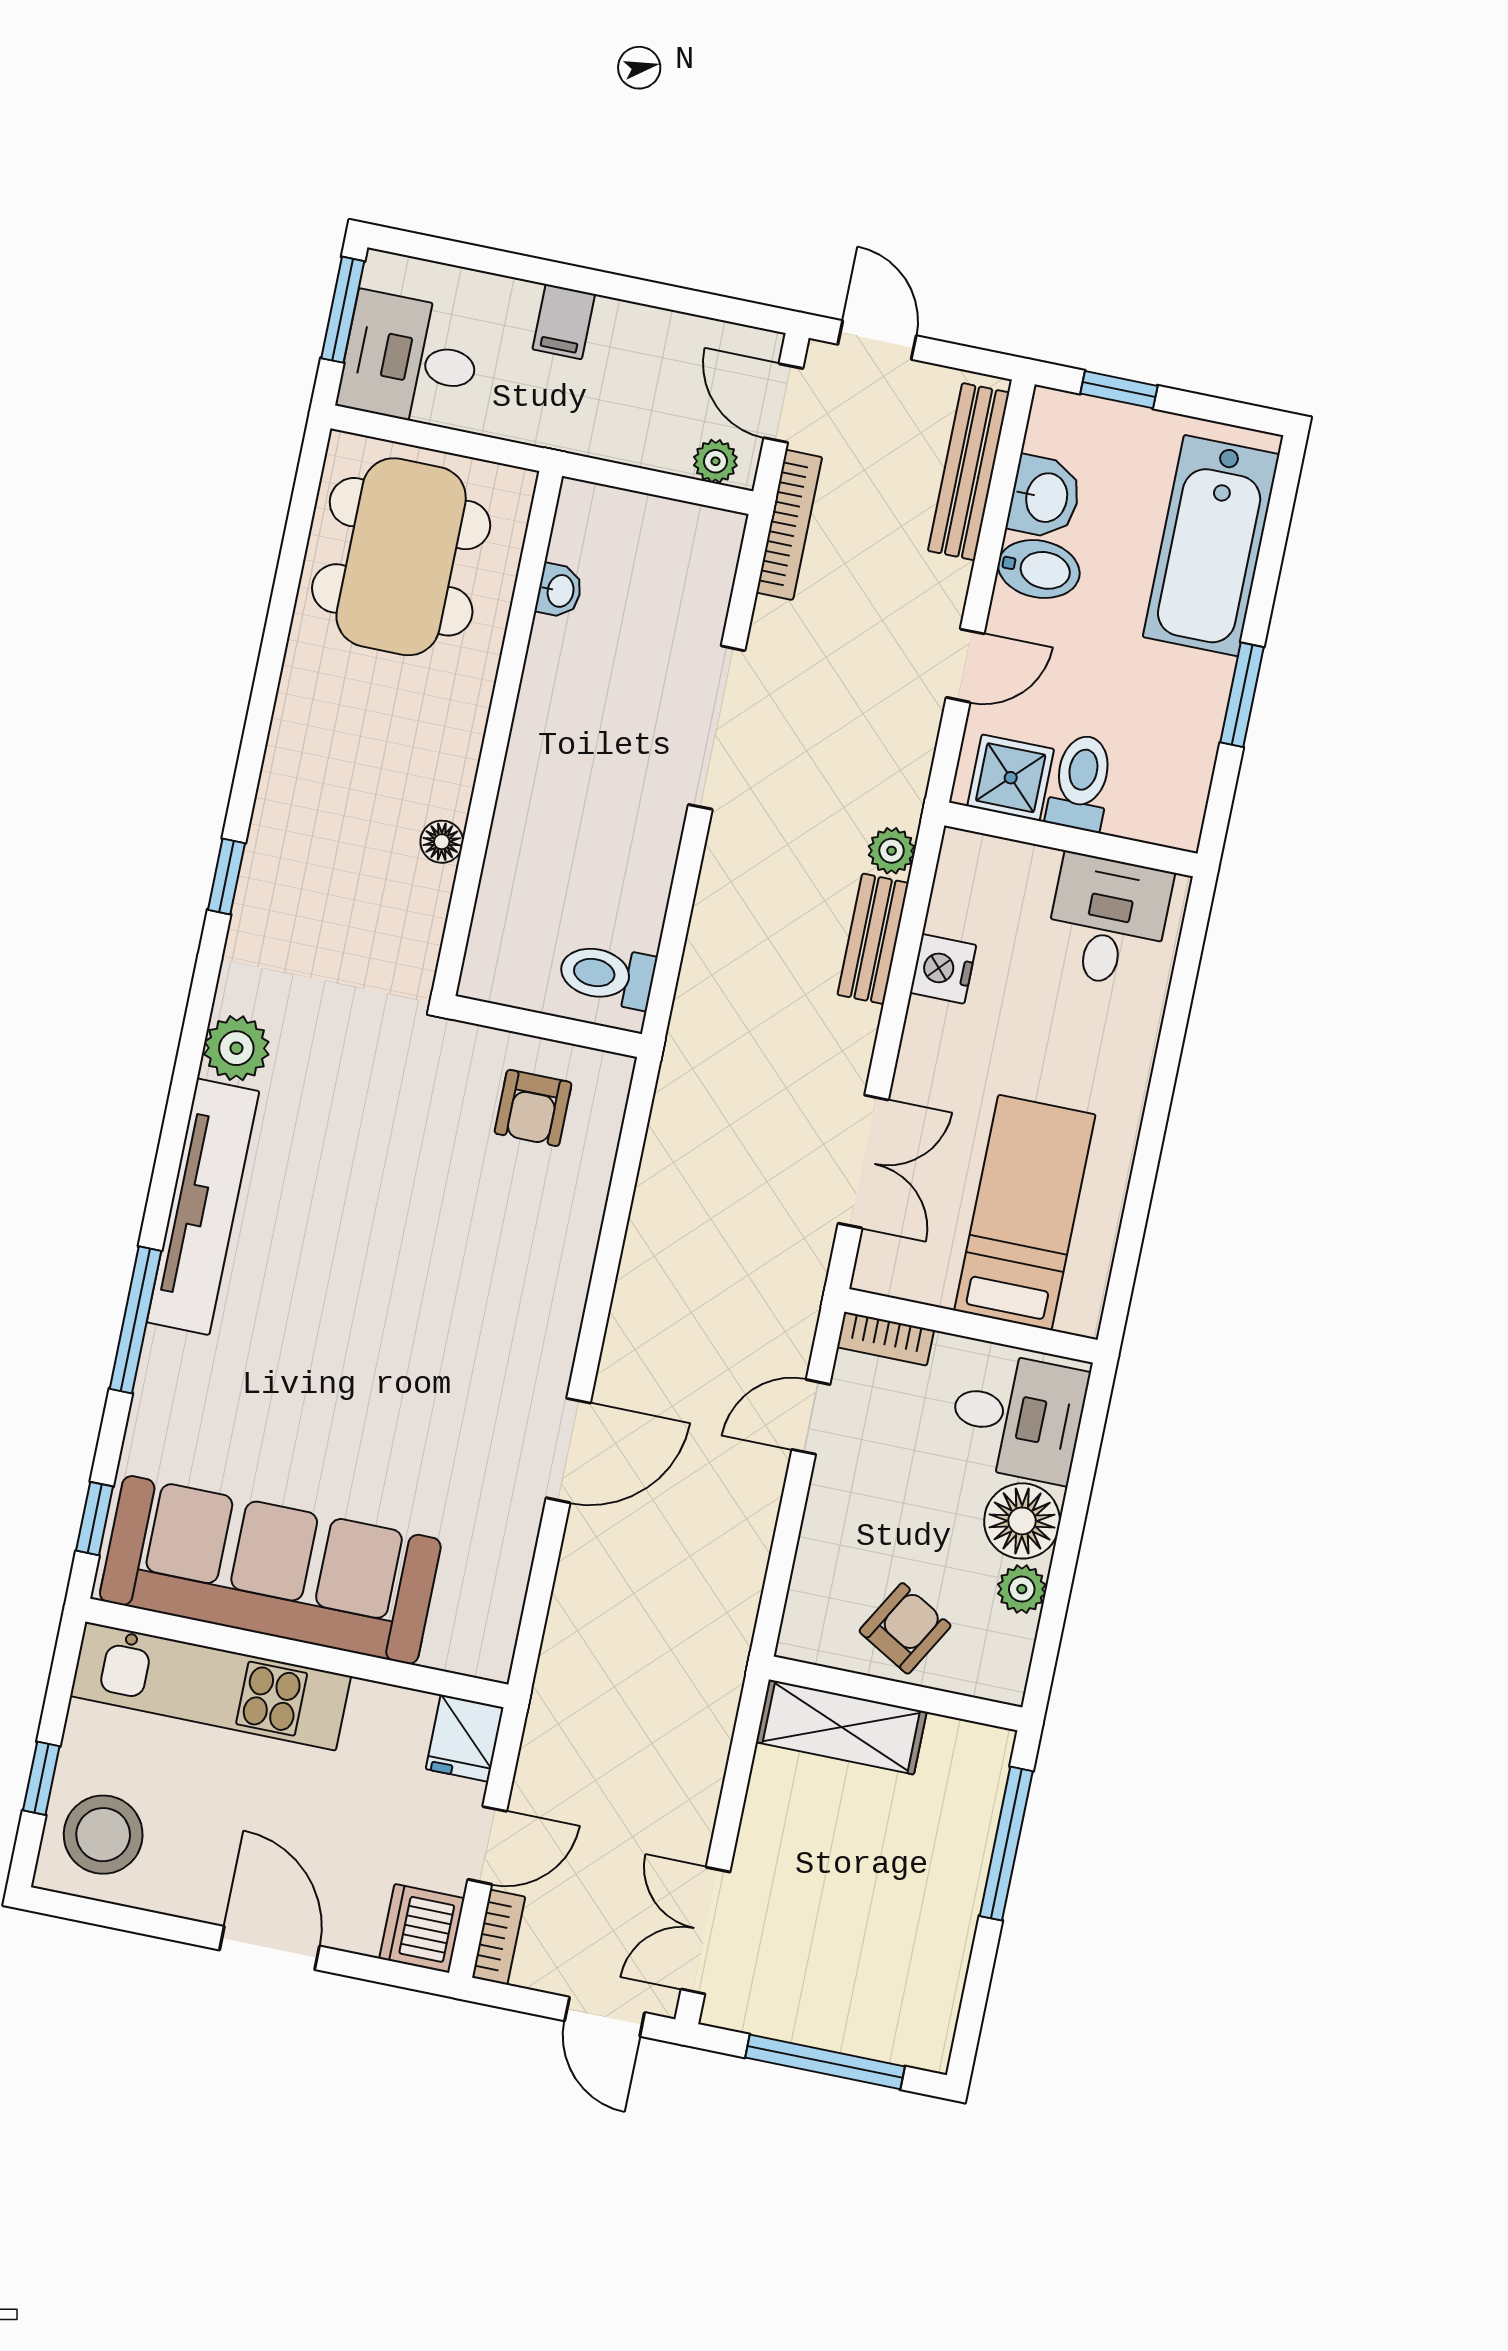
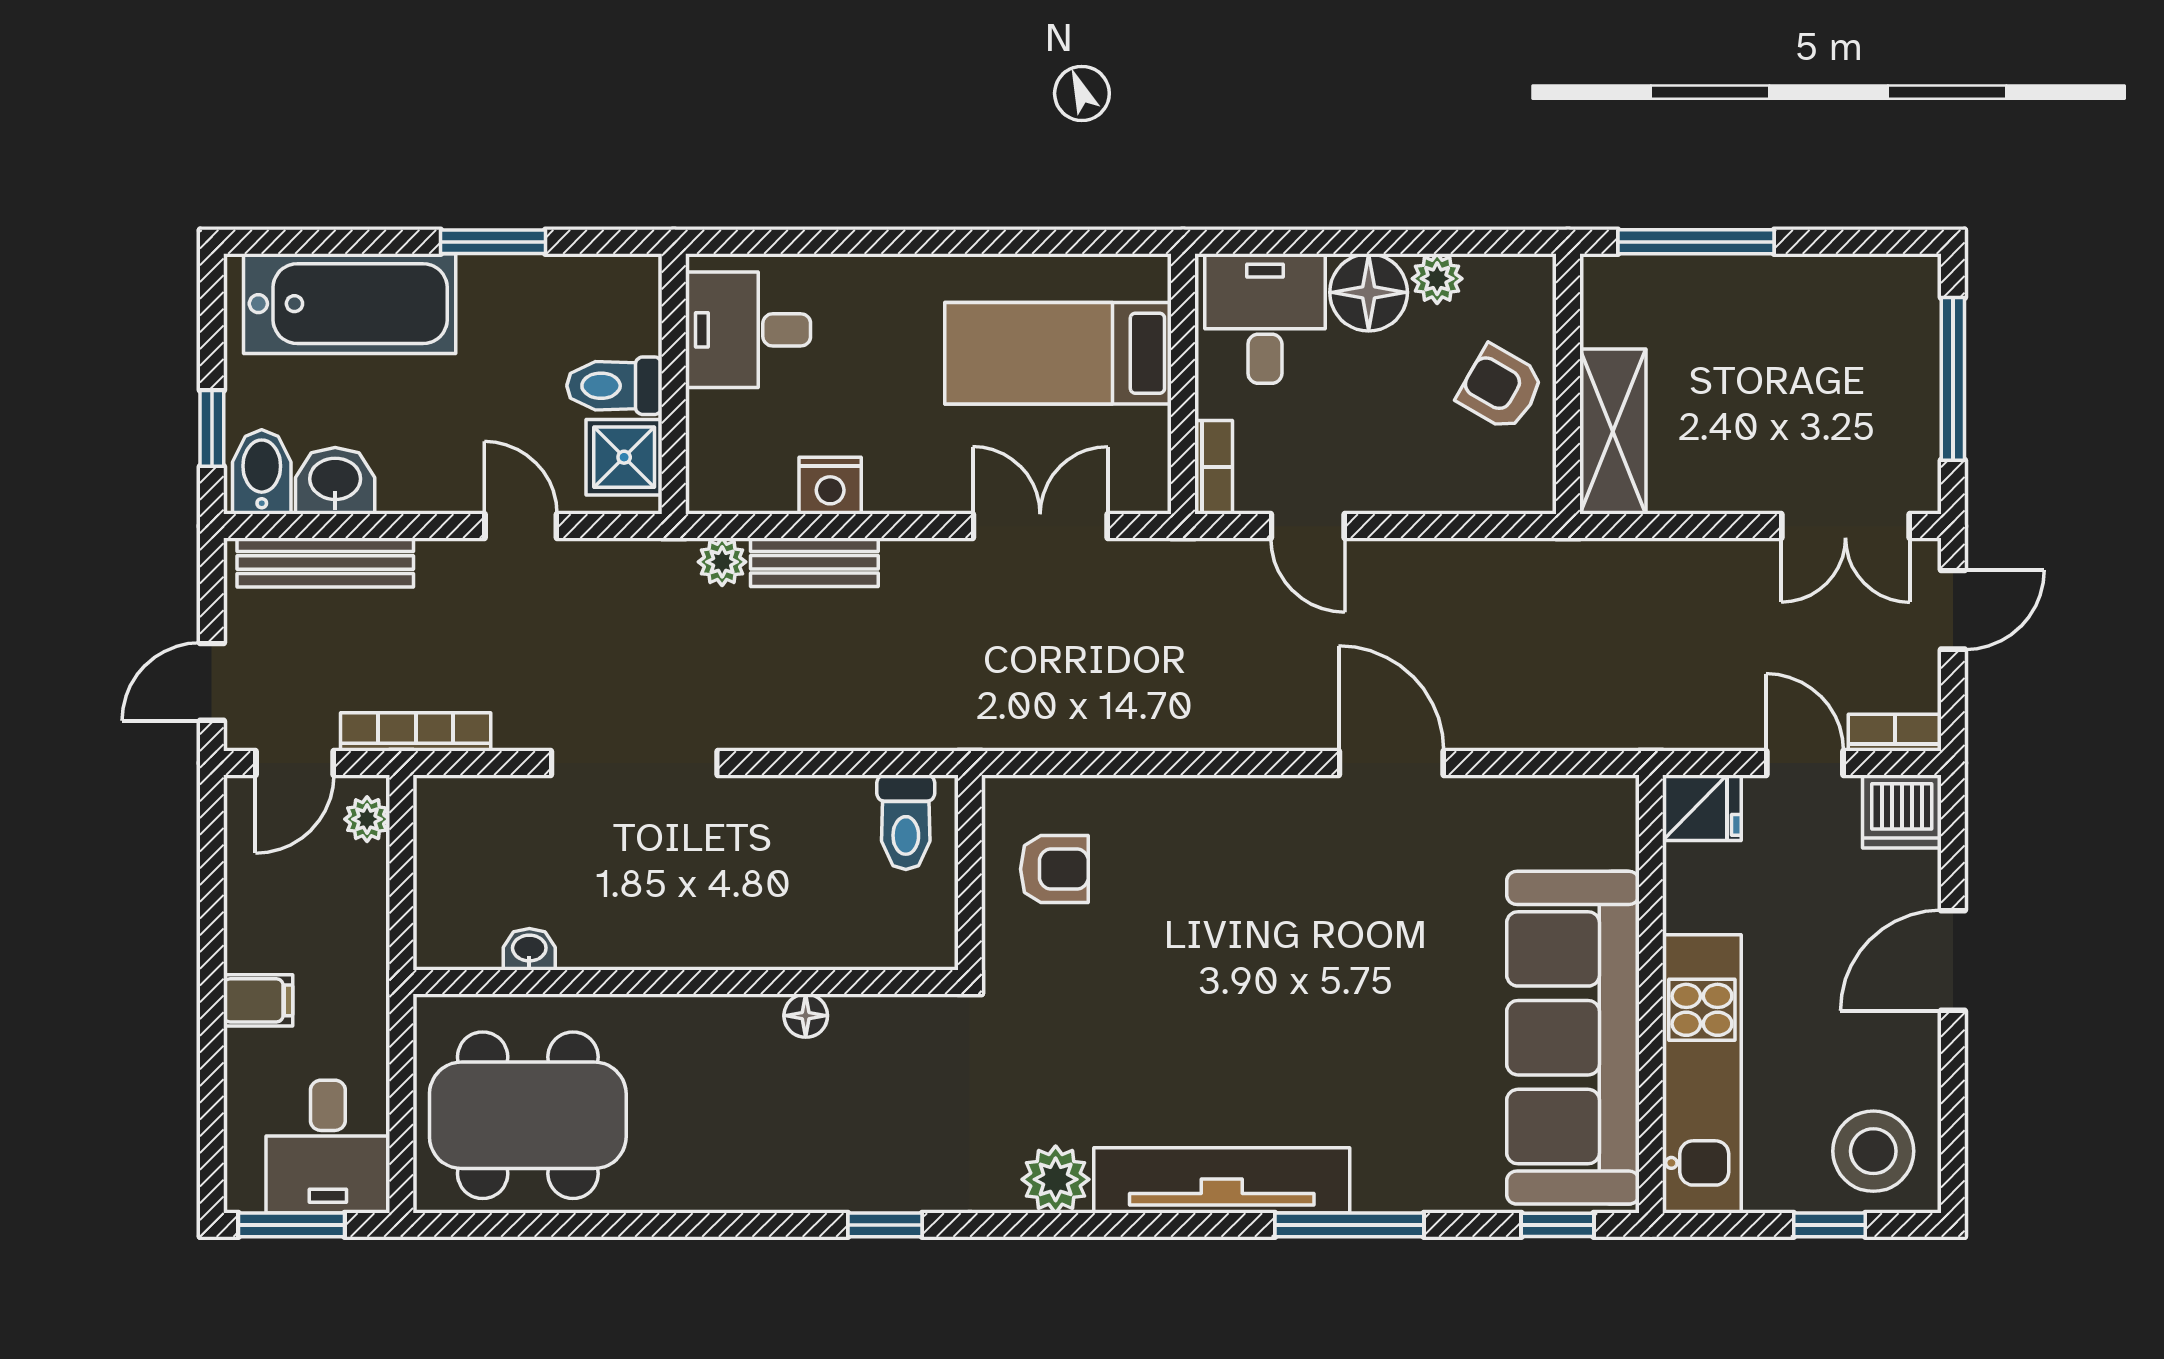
bidet: (1039, 569) -> (262, 472), moved

